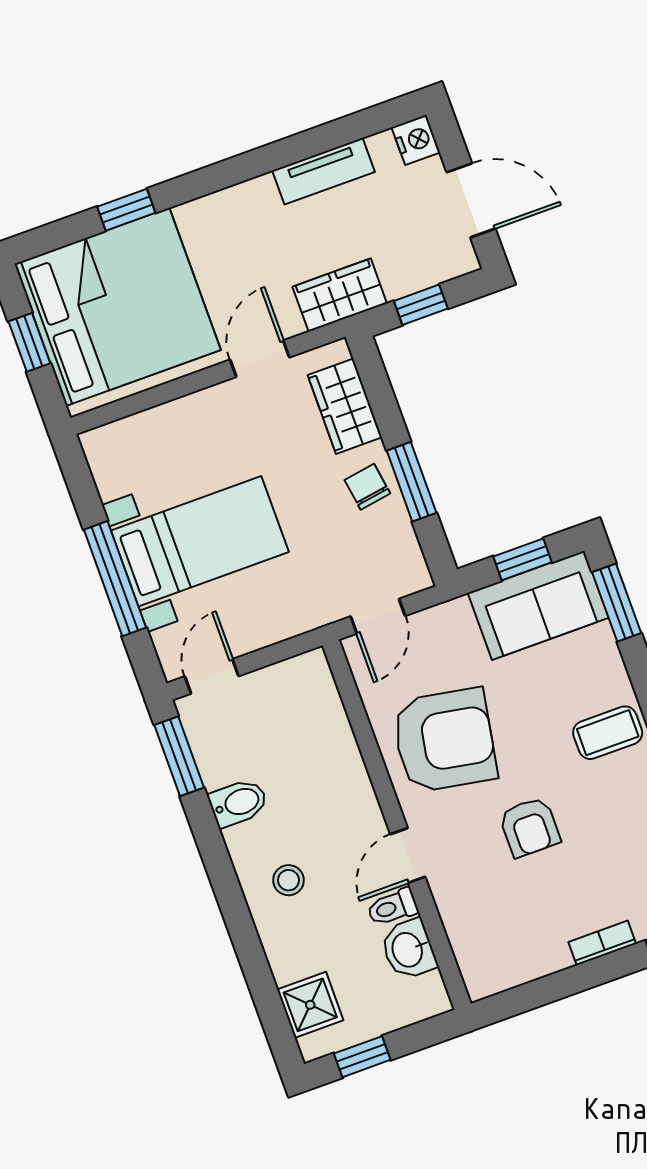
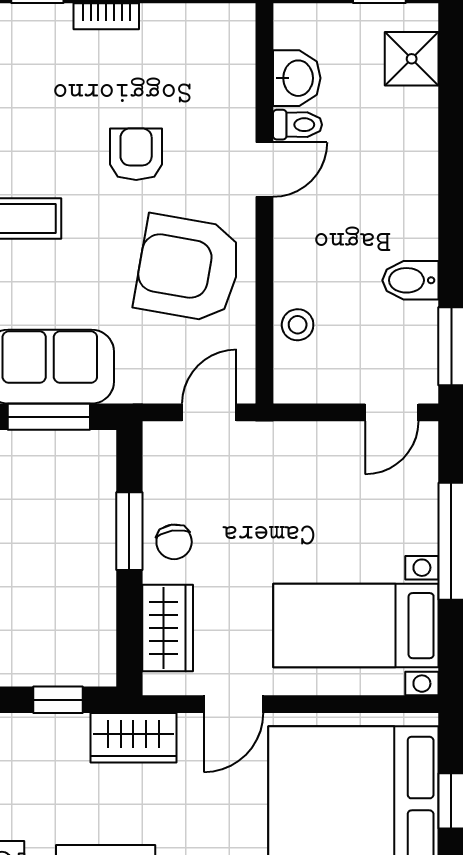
bed with nightstands: (200, 541) -> (356, 626), moved
window: (522, 559) -> (49, 417), width x1.50
stool: (288, 880) -> (298, 325), moved

